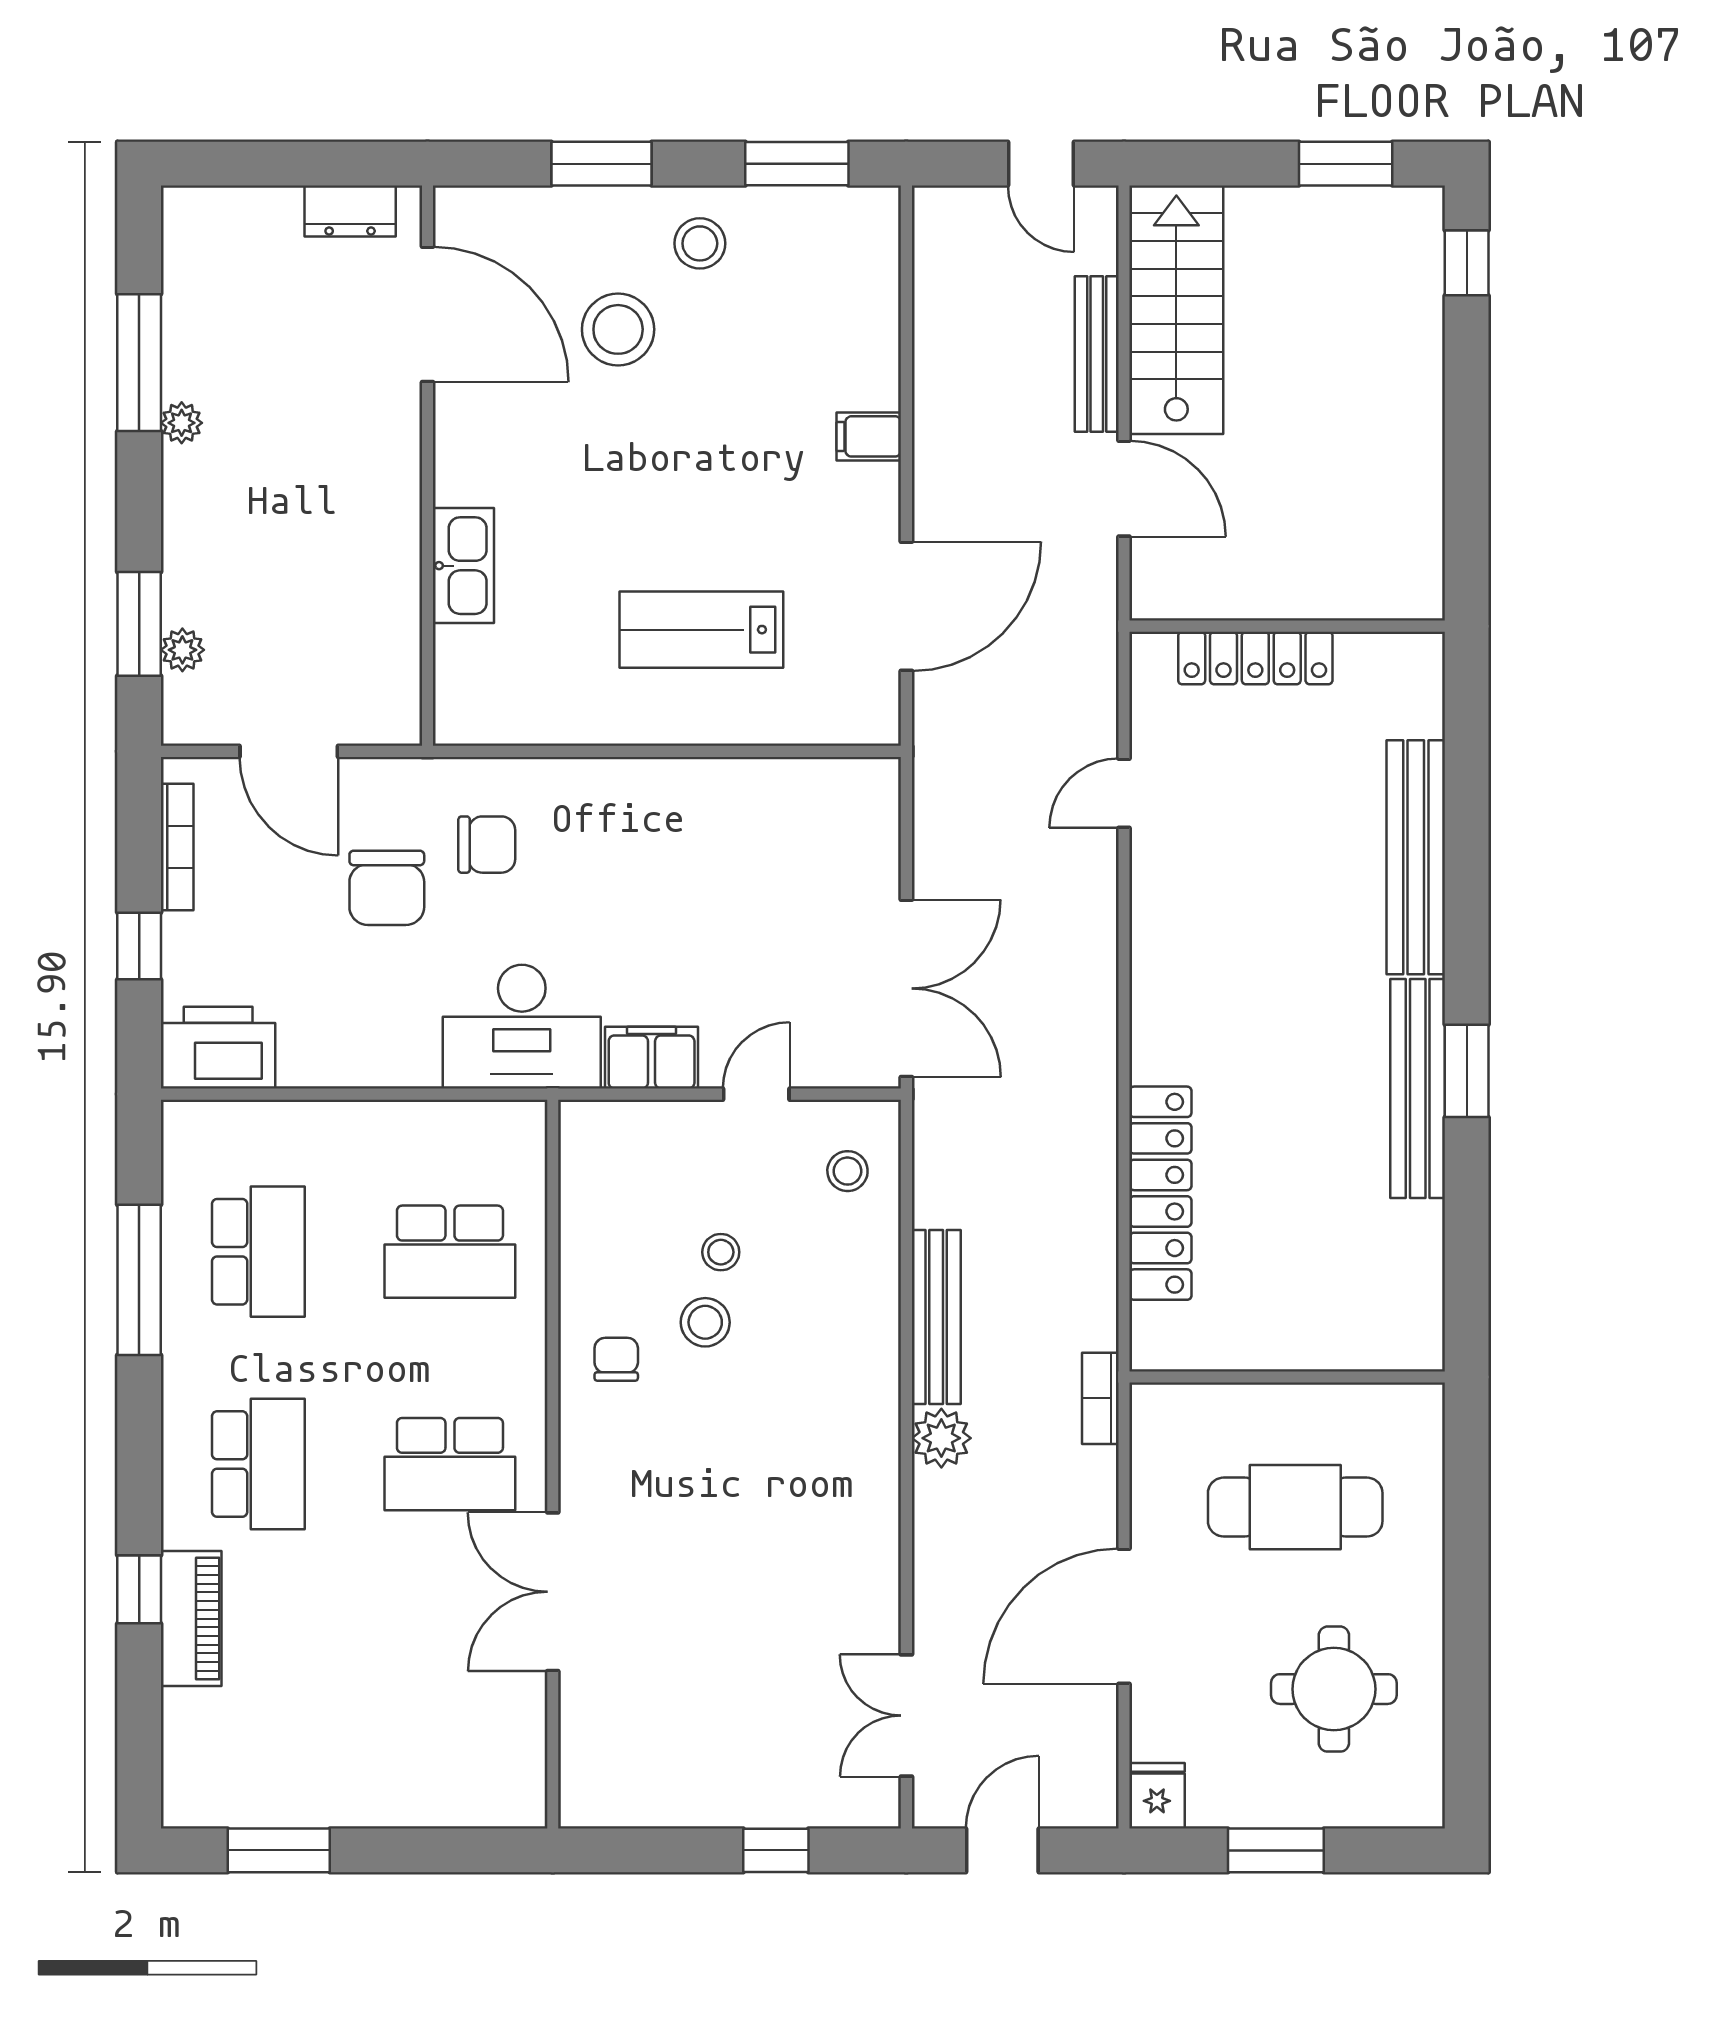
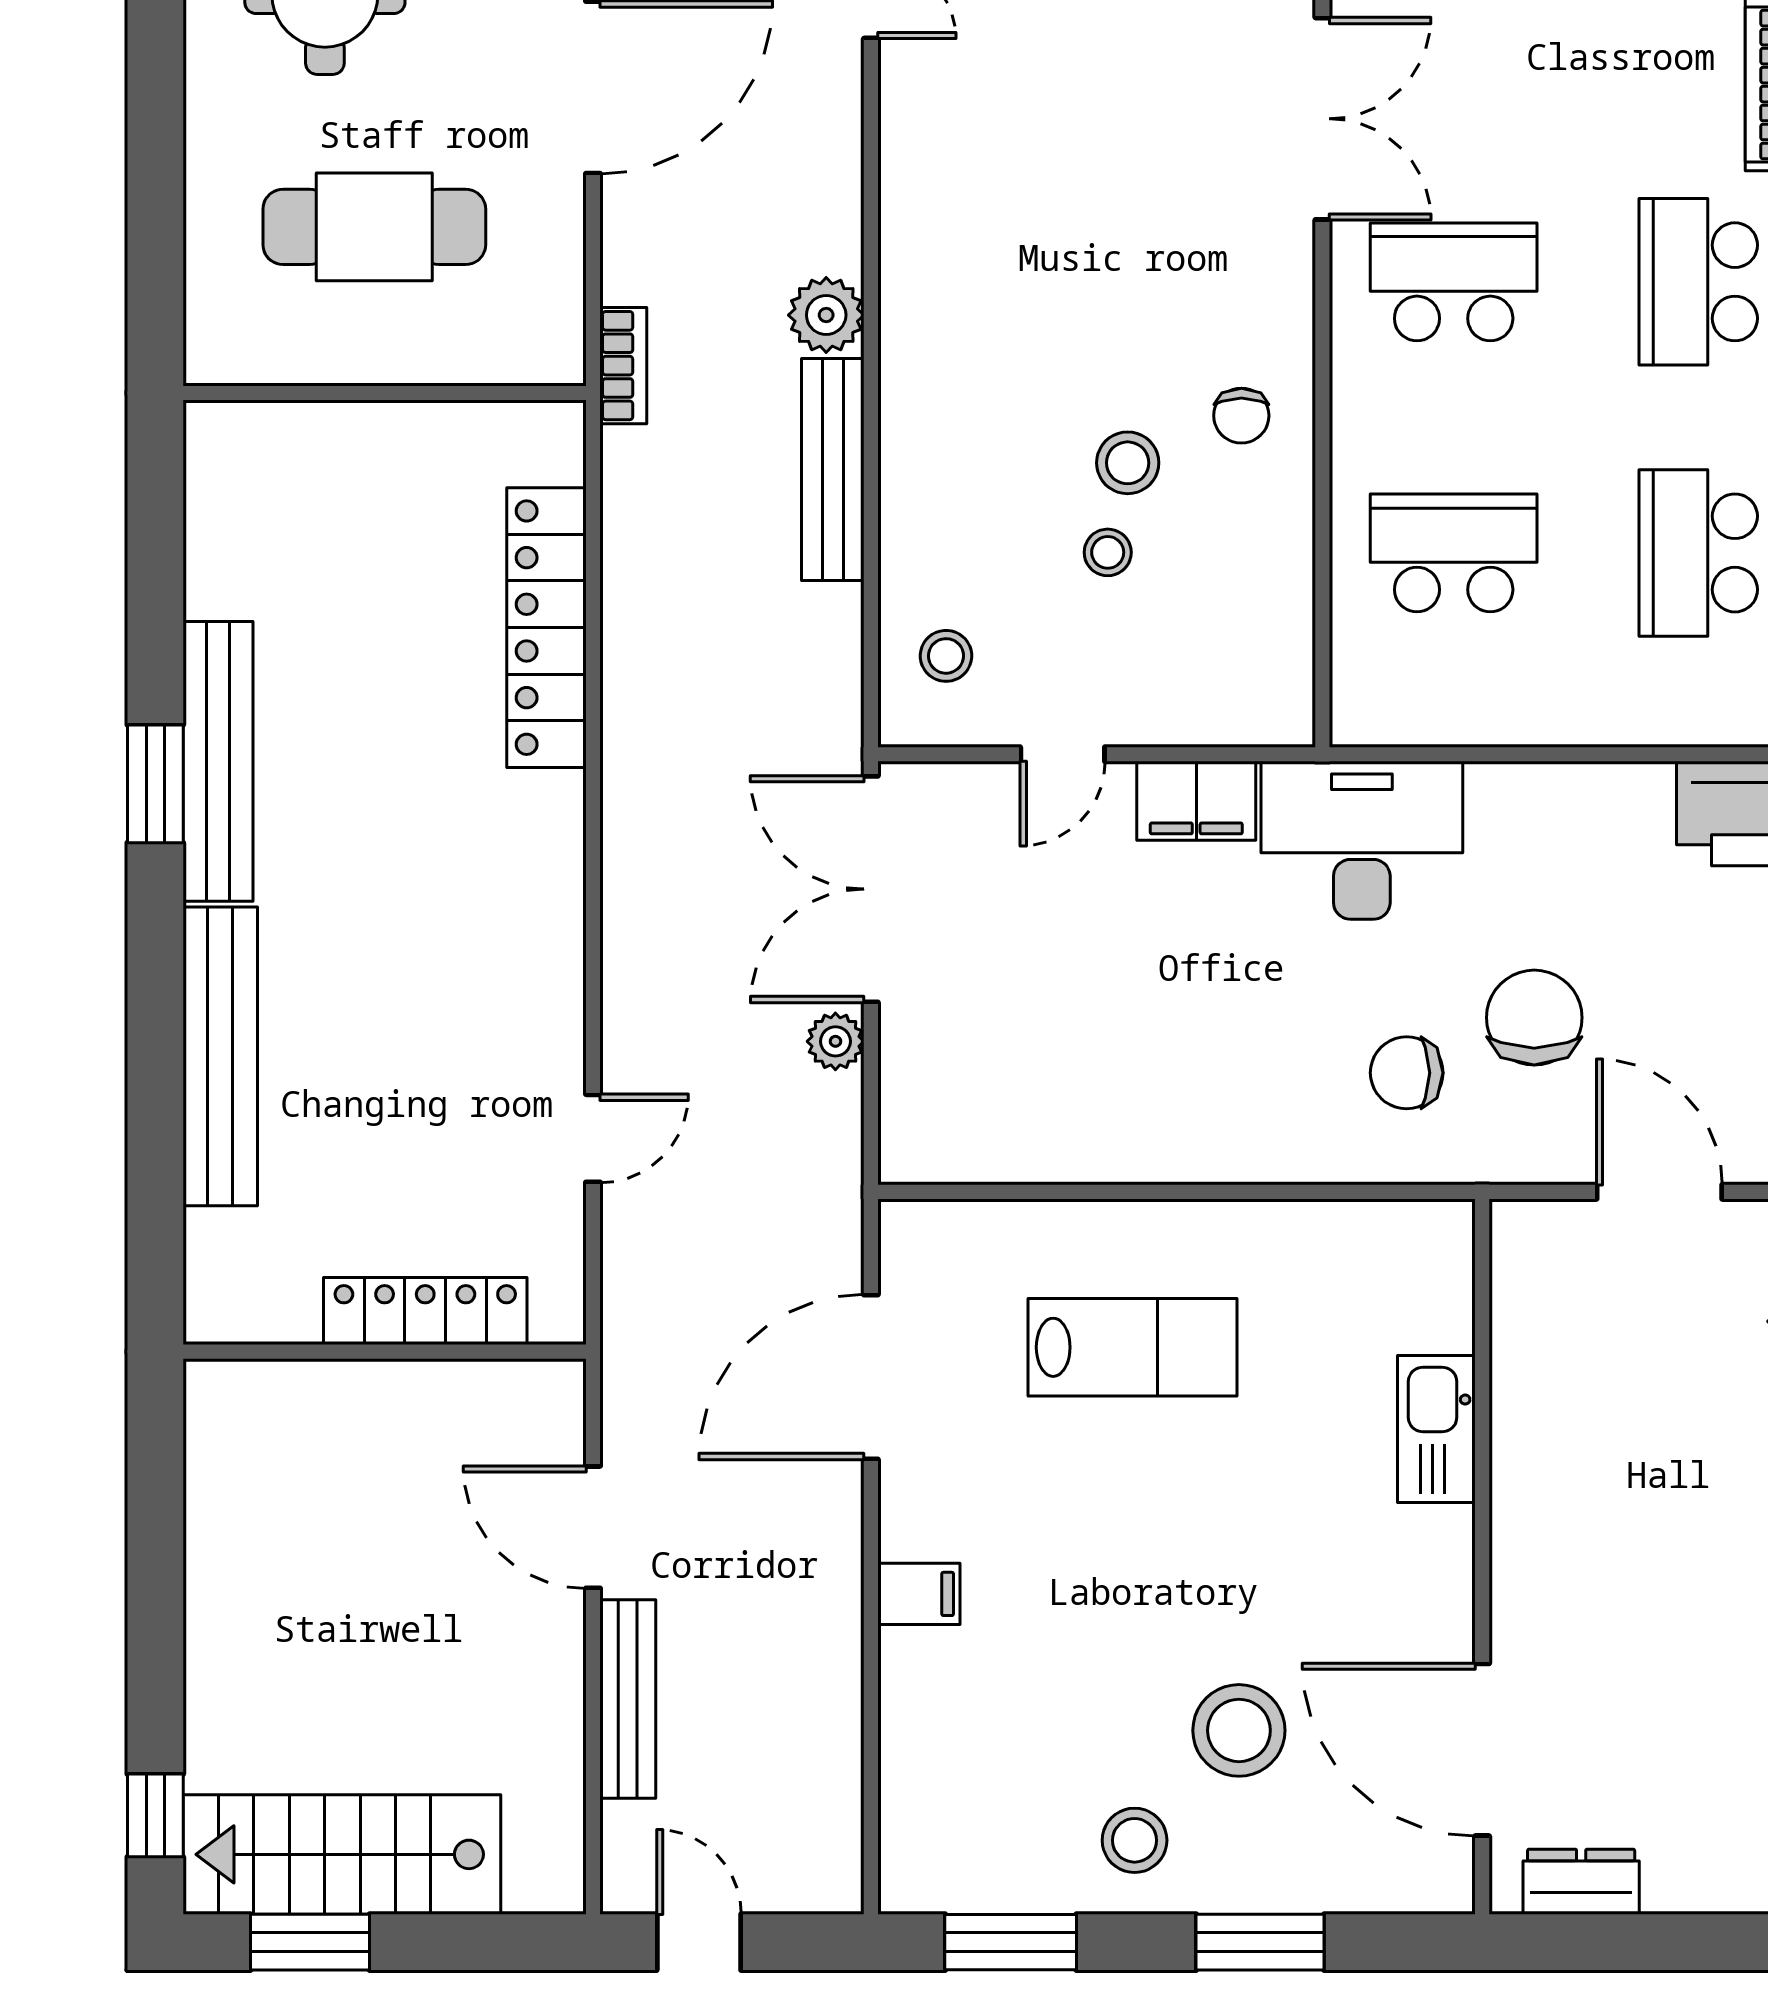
stairs: (1176, 310) -> (342, 1854), moved, turned 90
plant: (934, 869) -> (835, 1041), added

